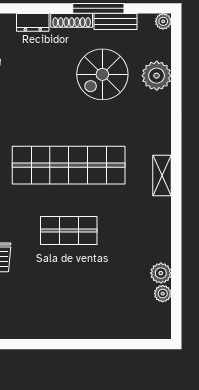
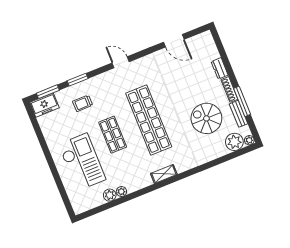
plant: (157, 76) -> (234, 142), moved
plant: (163, 294) -> (121, 192), moved
checkout: (92, 295) -> (82, 162), added

